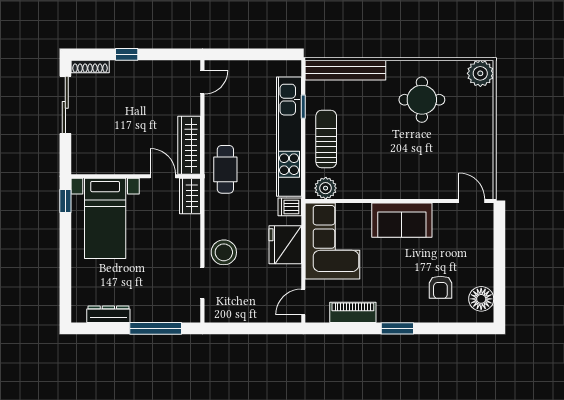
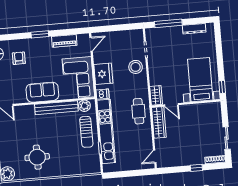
bench: (345, 70) -> (56, 108), moved
sliding door: (65, 105) -> (227, 138), width x0.73

